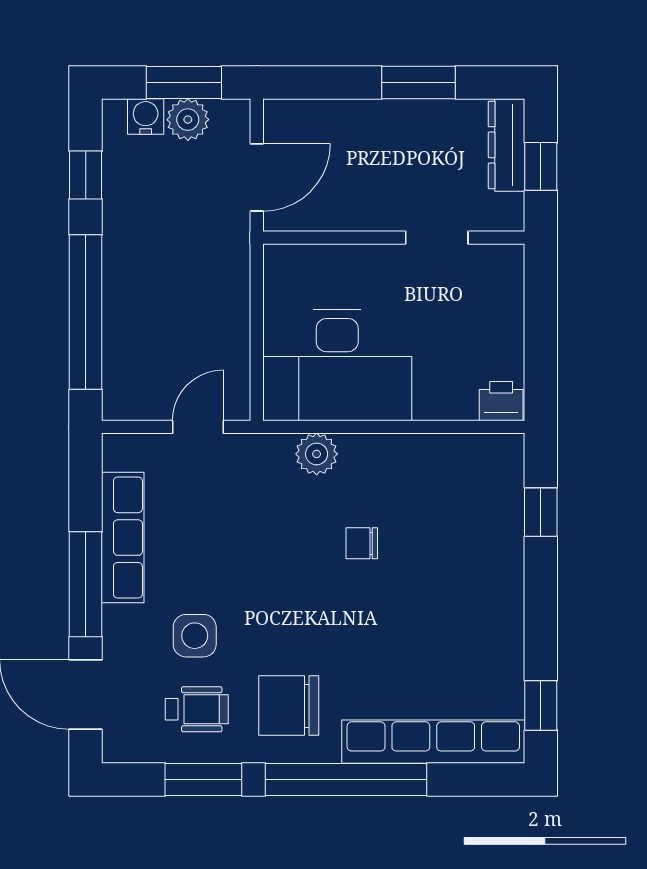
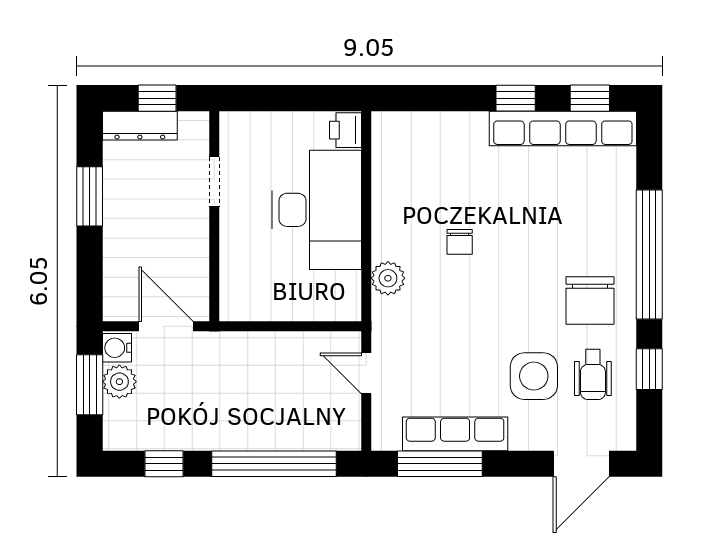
water cooler: (146, 117) -> (117, 348), moved
desk: (337, 365) -> (317, 210), moved
window: (541, 512) -> (516, 98), moved
window: (86, 584) -> (440, 464), moved
side table: (195, 636) -> (534, 376), width x1.37, depth x1.37
wheelchair: (197, 709) -> (593, 374), turned 180
row of seats: (433, 742) -> (563, 129), moved, turned -90
window: (203, 779) -> (649, 369), width x0.67

